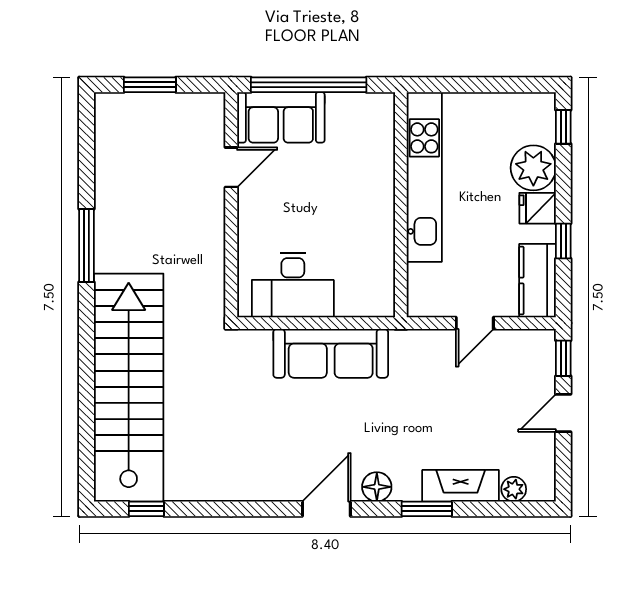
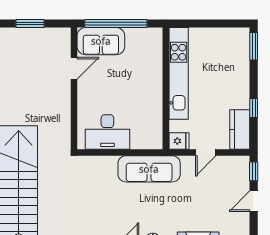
window: (563, 127) -> (254, 46), width x1.50
plant: (533, 168) -> (238, 68), removed
fridge: (538, 208) -> (179, 141), moved, turned 180
sofa: (331, 353) -> (149, 169), moved

